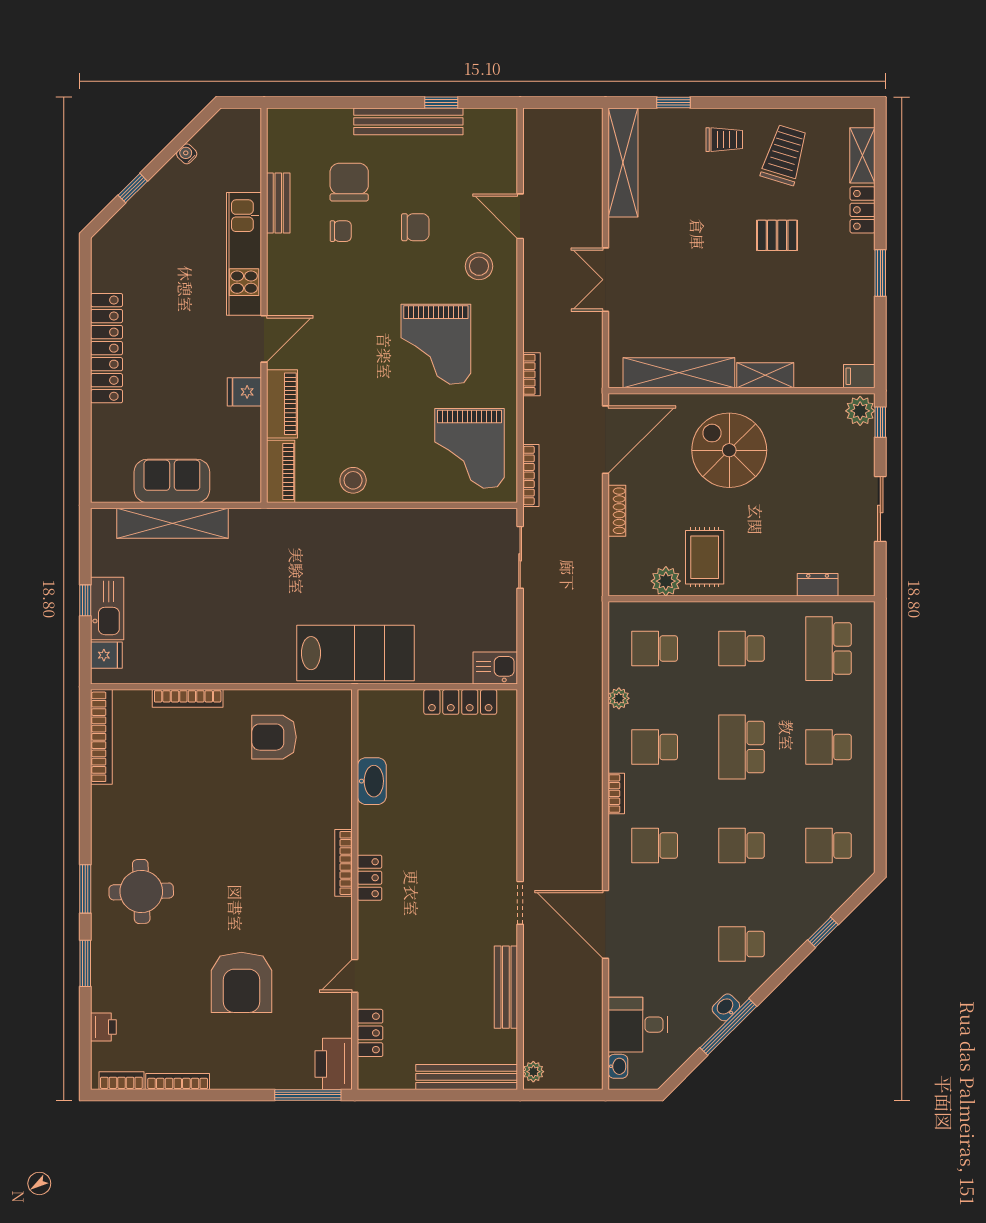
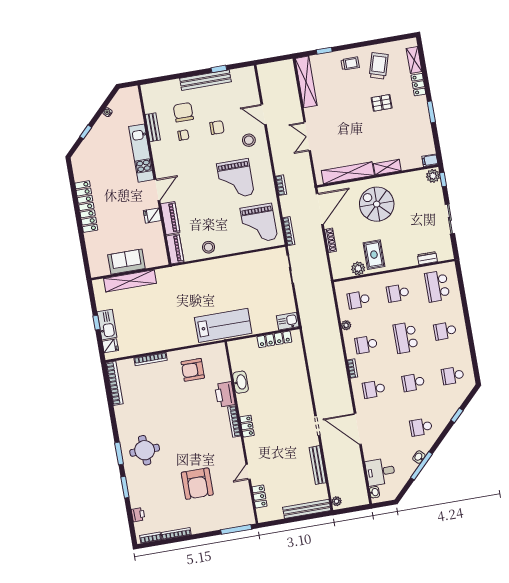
printer: (334, 1064) -> (225, 394), moved

